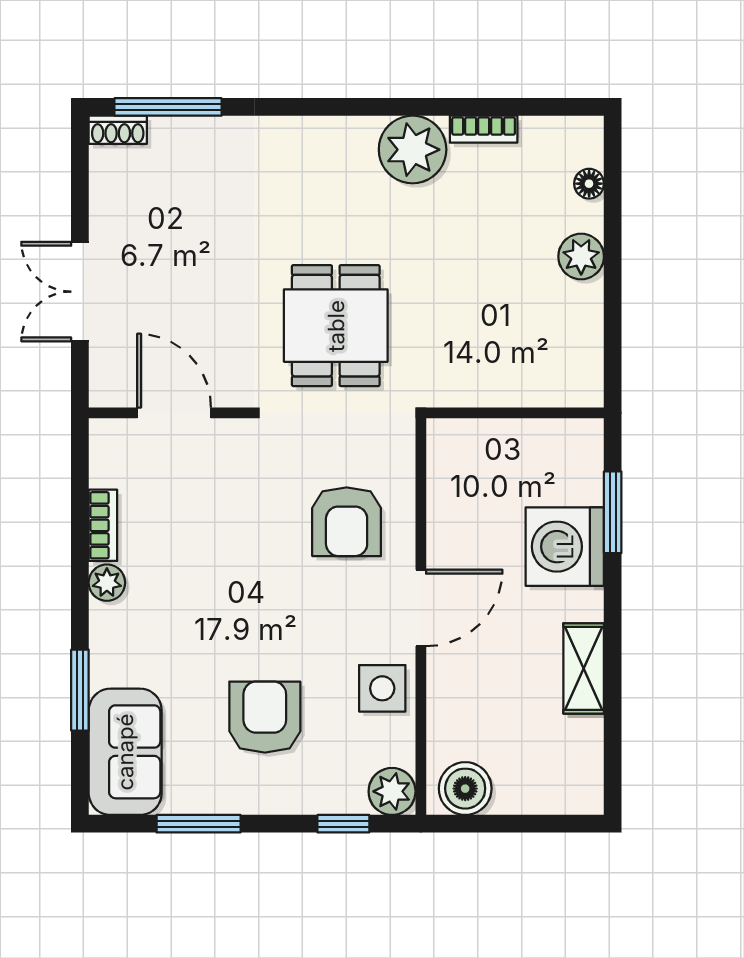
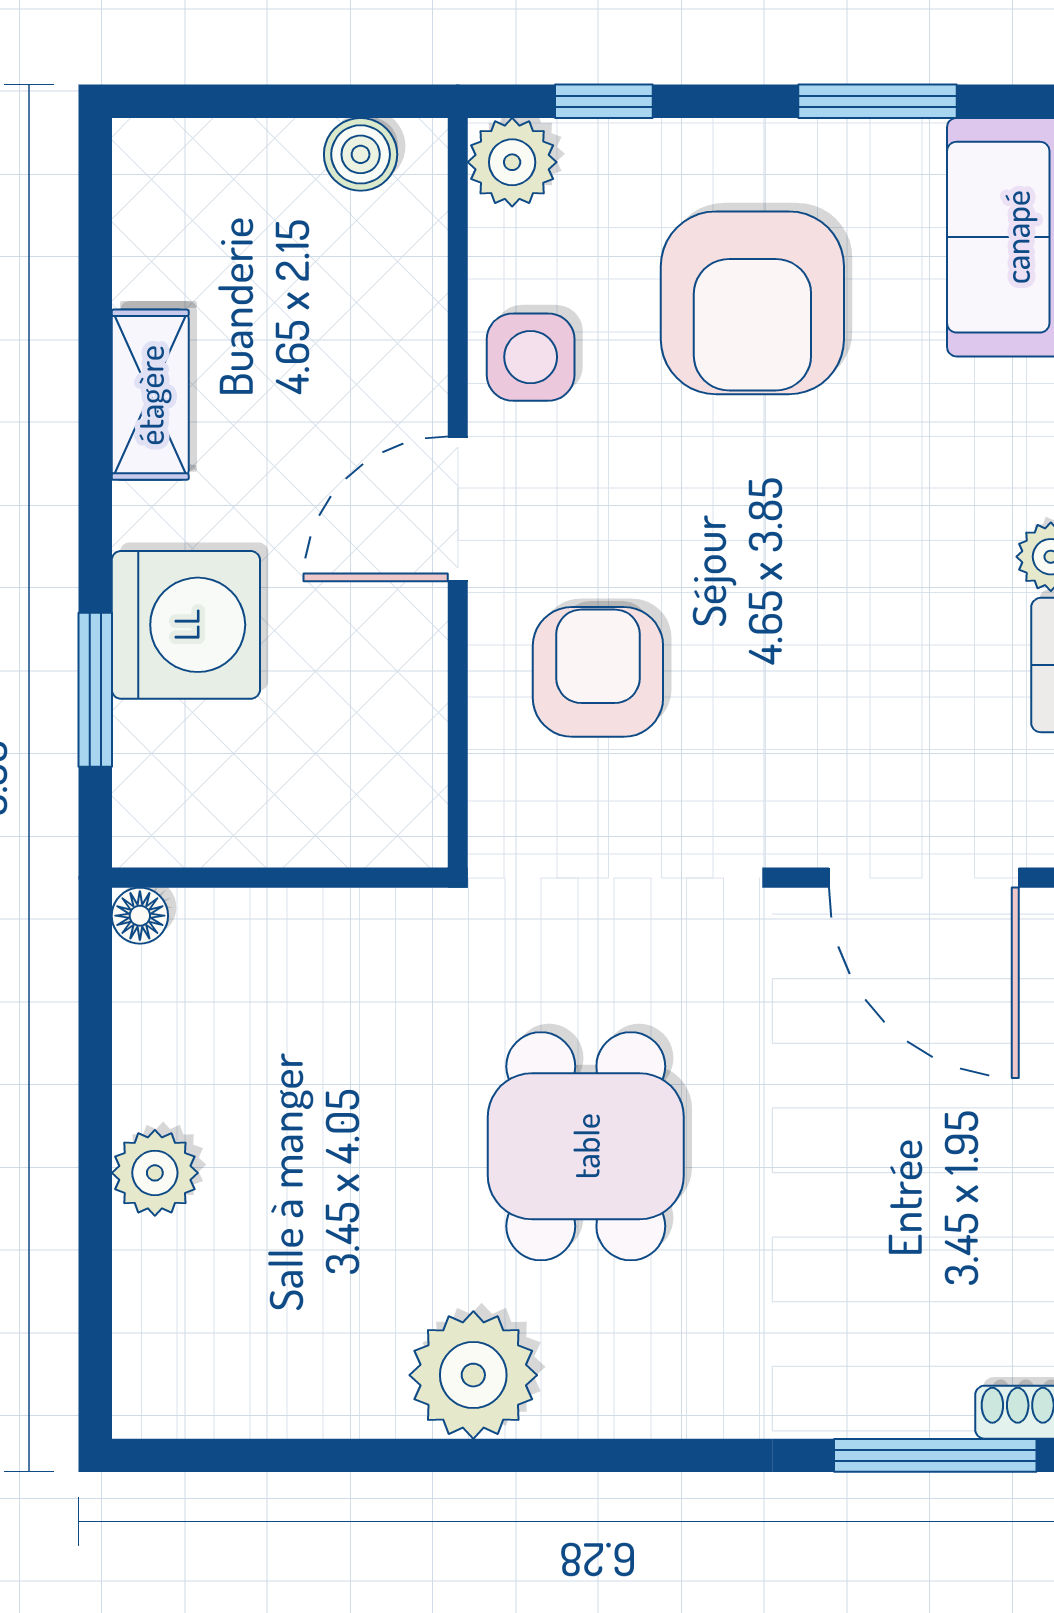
bookcase: (484, 129) -> (339, 1413), removed
floor lamp: (589, 184) -> (140, 916), moved
dining table: (336, 326) -> (586, 1146), moved
door: (174, 413) -> (924, 878), width x1.36
armchair: (265, 717) -> (752, 303), width x1.36, depth x1.36
boiler: (465, 789) -> (361, 154), width x0.73, depth x0.73

